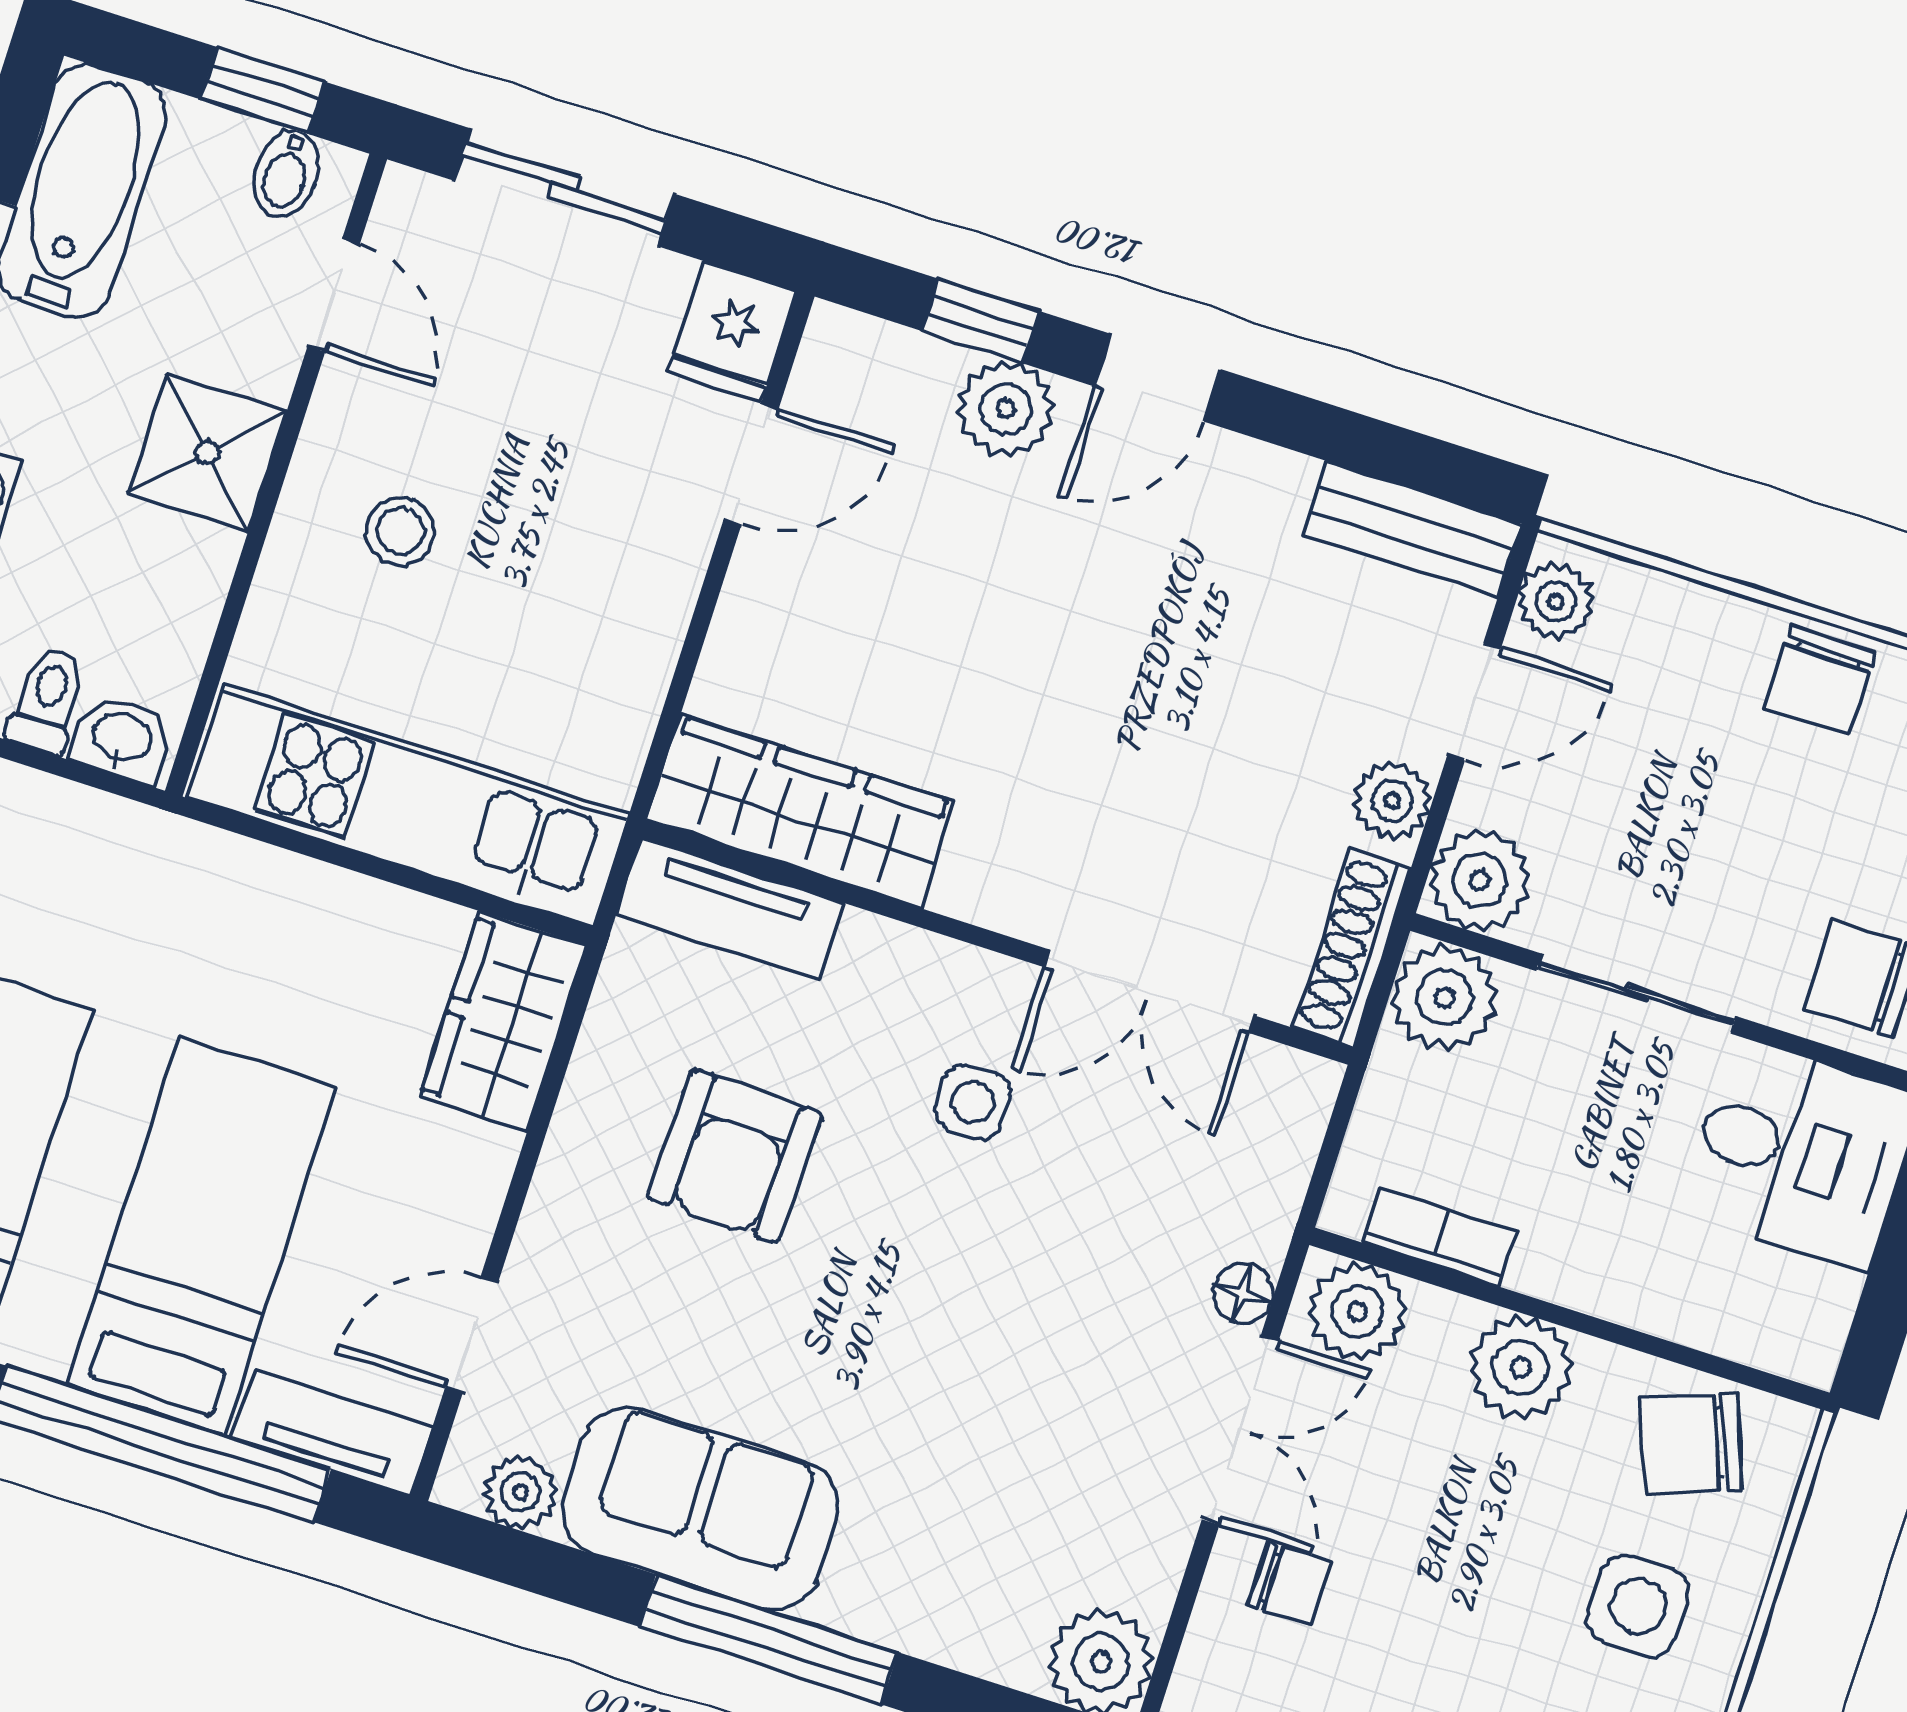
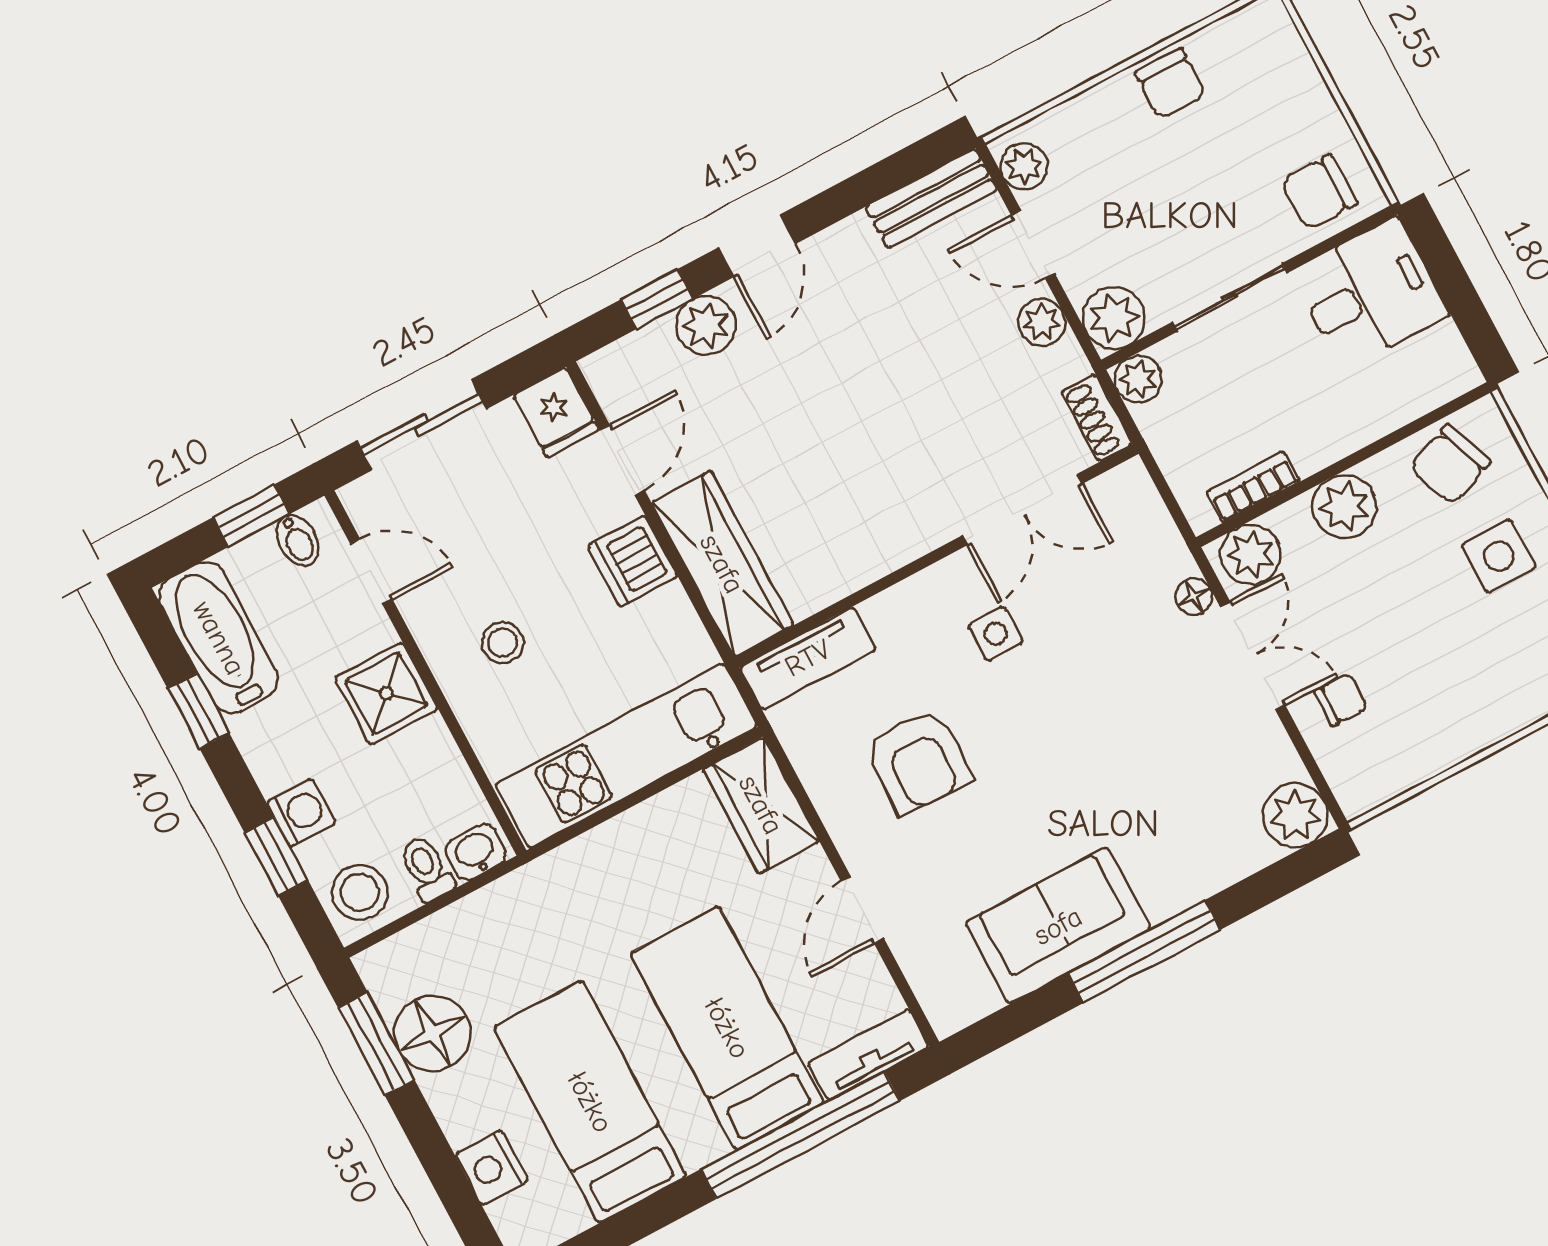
dishwasher: (644, 592) -> (633, 561), added
door: (1474, 702) -> (1033, 244), swing flipped
wardrobe: (801, 811) -> (722, 564), moved, turned 90
shoe rack: (1352, 948) -> (1097, 418), width x0.70
plant: (1444, 997) -> (1138, 379), width x0.73, depth x0.73
door: (472, 1335) -> (862, 910), moved
plant: (520, 1492) -> (974, 998), removed

